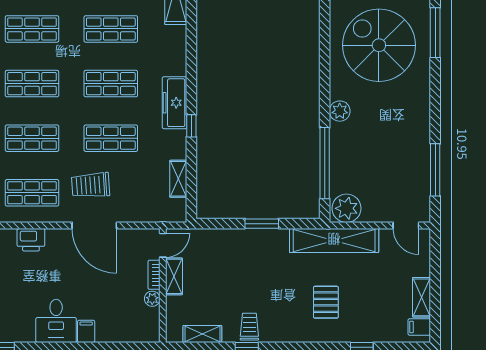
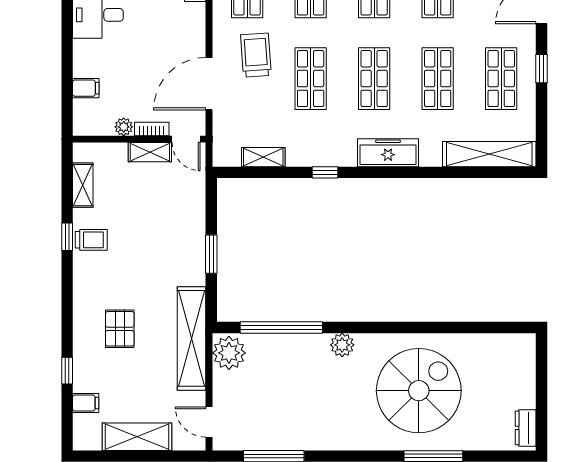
freezer: (175, 103) -> (388, 153), moved
door: (94, 225) -> (209, 84), moved
door: (406, 225) -> (209, 422), hinge flipped
shelving: (422, 297) -> (137, 437), width x1.50, depth x1.33
pallet: (326, 302) -> (120, 329), turned 90
filing cabinet: (419, 327) -> (86, 403), moved, turned 90
filing cabinet: (86, 331) -> (86, 88), moved

